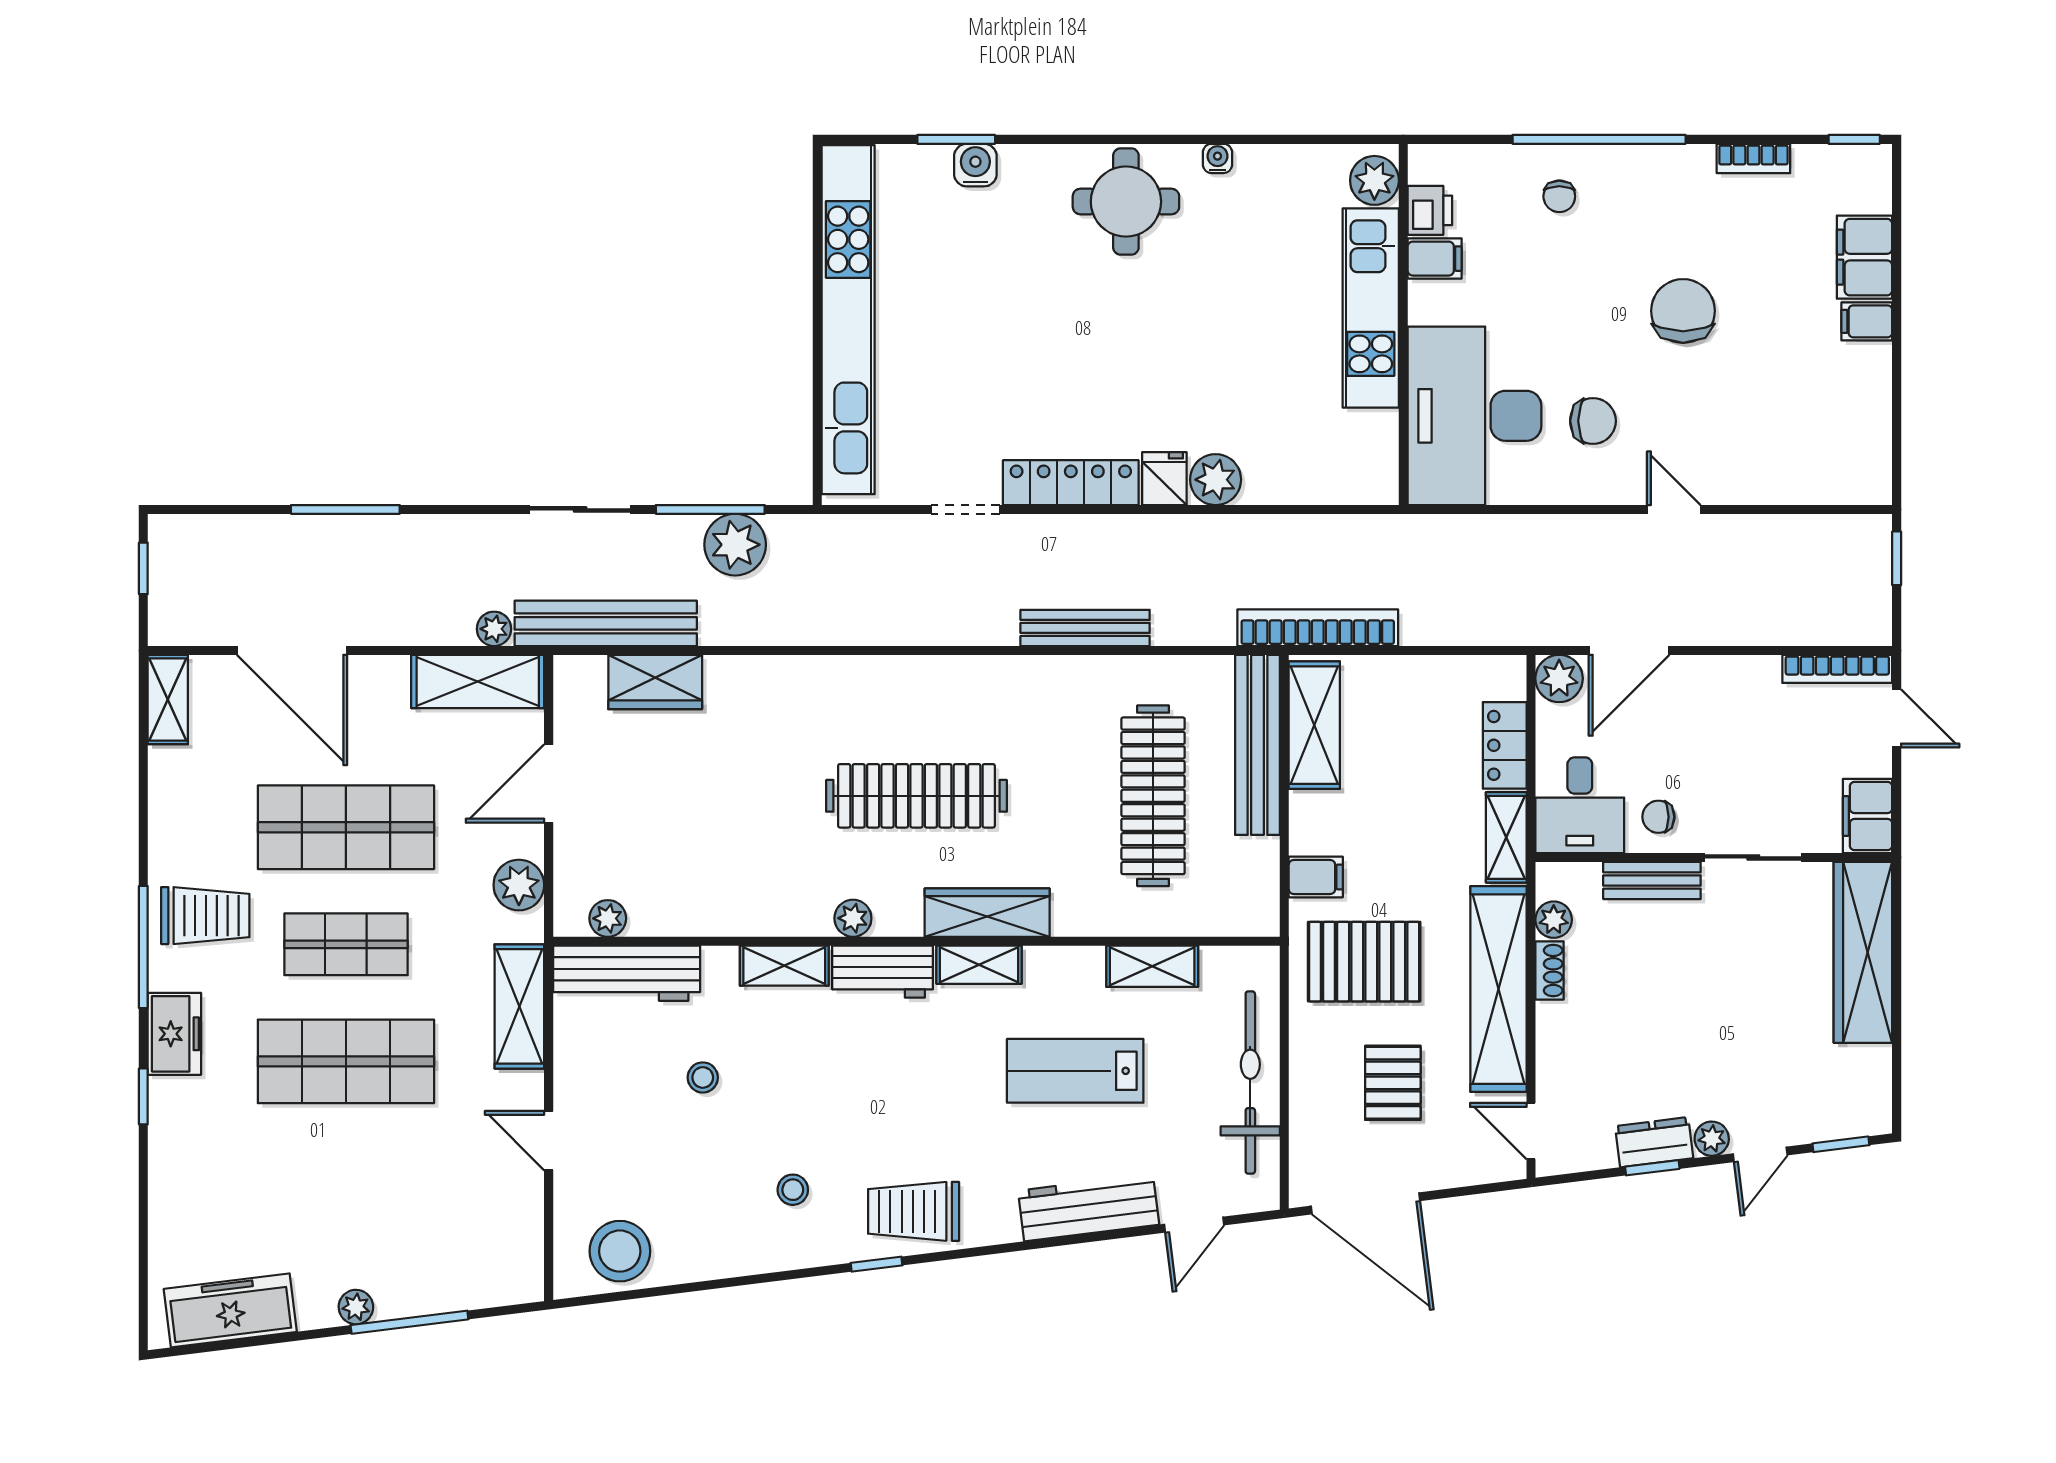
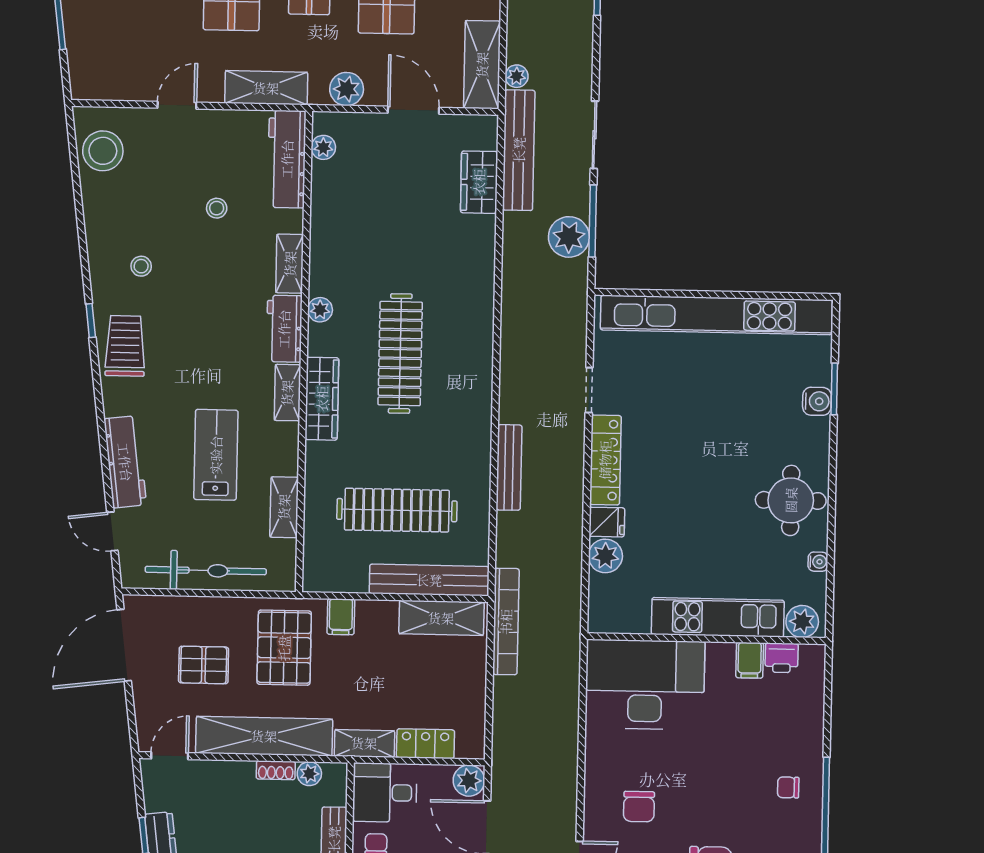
plant: (1374, 180) -> (802, 622), moved
printer: (1430, 210) -> (782, 658), moved
filing cabinet: (1435, 259) -> (750, 660), moved
kitchen unit: (1371, 308) -> (718, 617), moved
wall: (1403, 324) -> (706, 639), moved
desk: (1474, 416) -> (645, 684), moved

